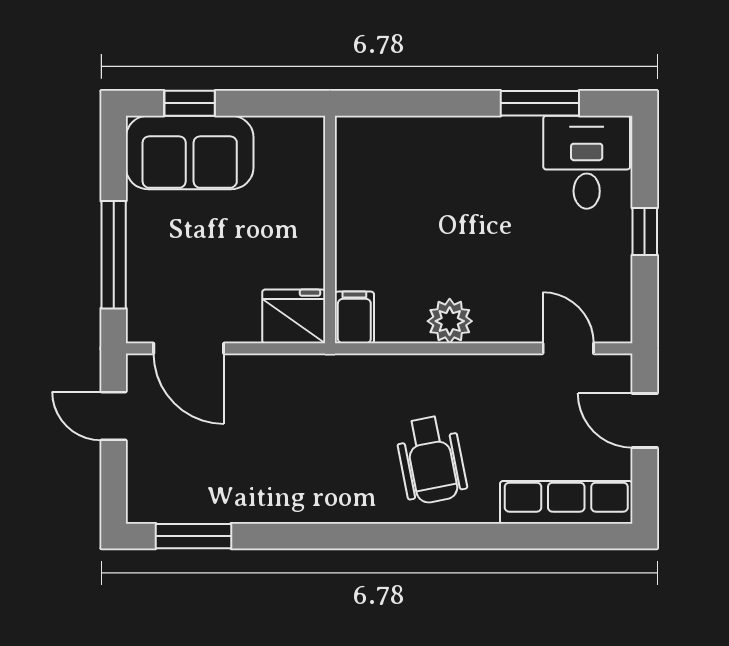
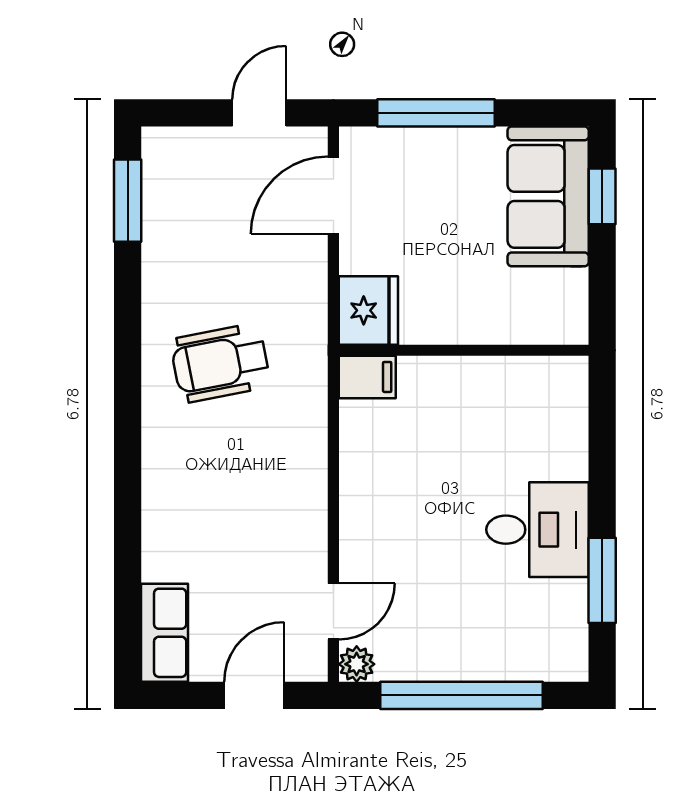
desk: (587, 162) -> (538, 530), moved
window: (645, 231) -> (462, 695), width x3.17
plant: (450, 321) -> (357, 664), moved, width x0.73, depth x0.73
wheelchair: (431, 460) -> (220, 363), moved
row of seats: (566, 502) -> (165, 633), width x0.68

